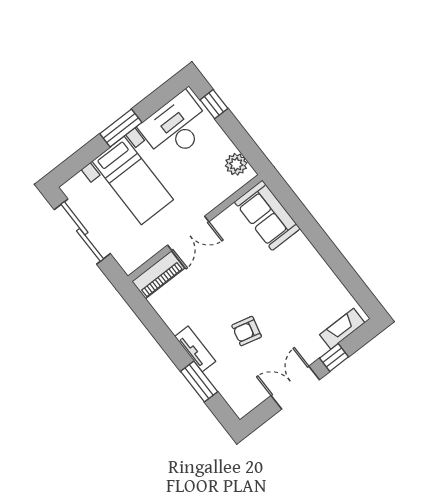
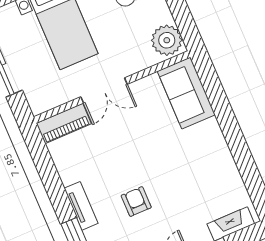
plant: (236, 164) -> (167, 40), width x1.36, depth x1.36
armchair: (247, 331) -> (136, 201), turned 76

